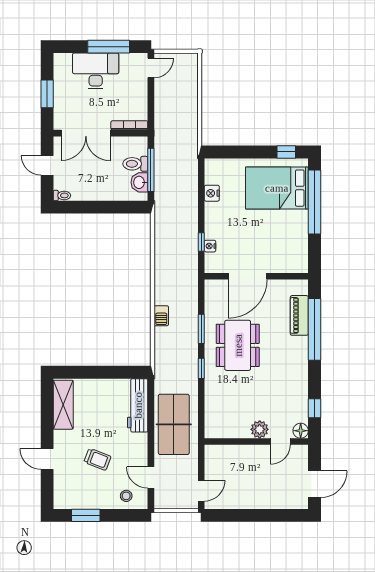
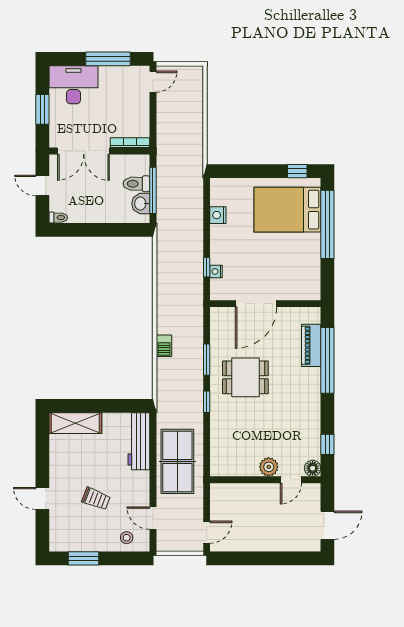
desk: (96, 71) -> (74, 85), moved
dining table: (238, 345) -> (245, 377), width x0.73
shelving: (63, 405) -> (75, 423), moved, turned 90

